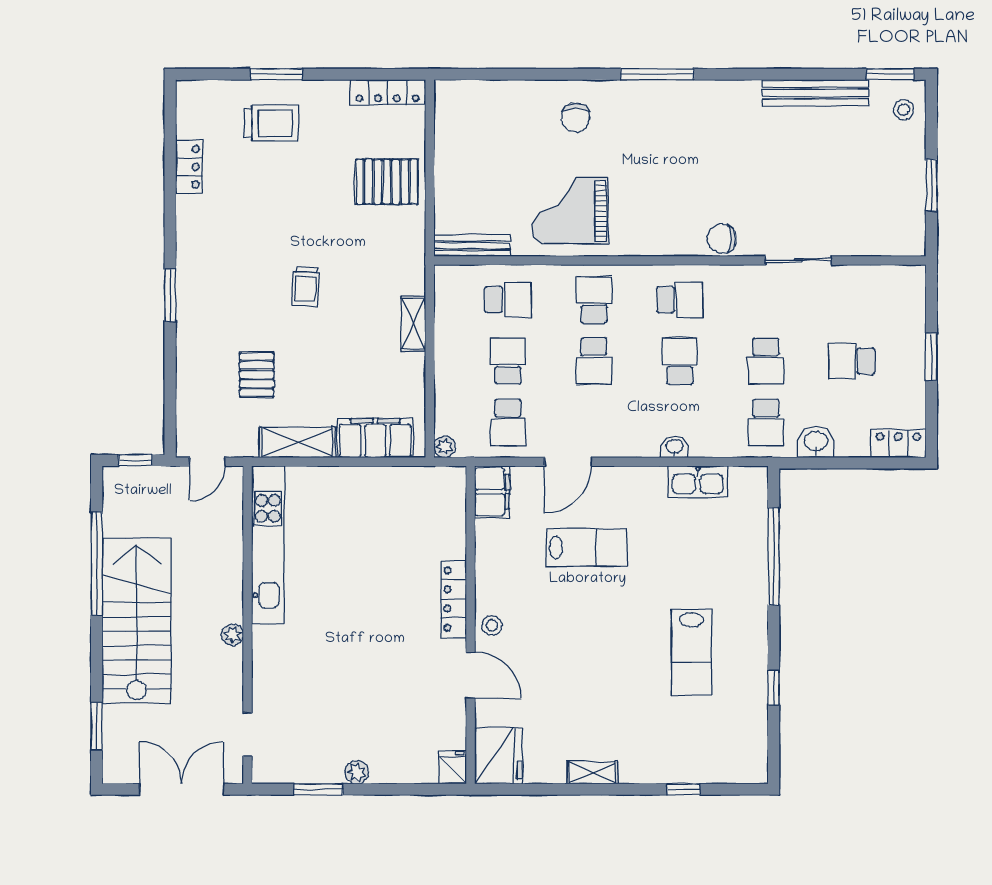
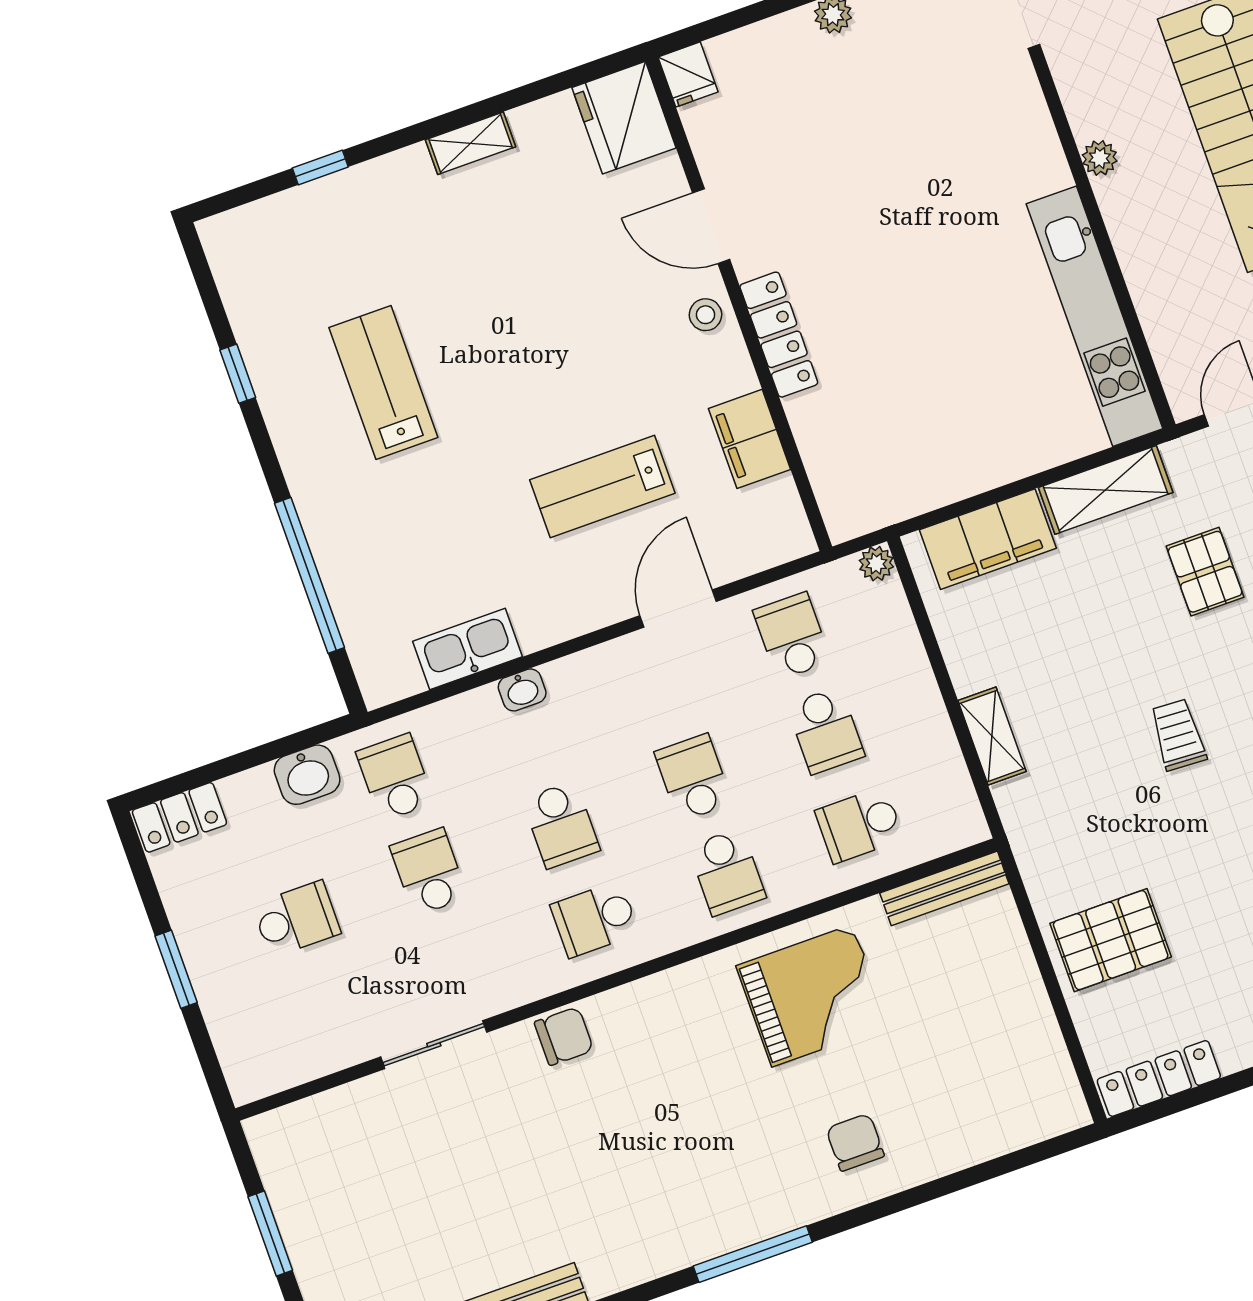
filing cabinet: (492, 492) -> (750, 439), moved

